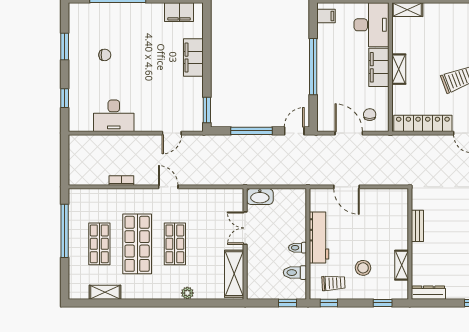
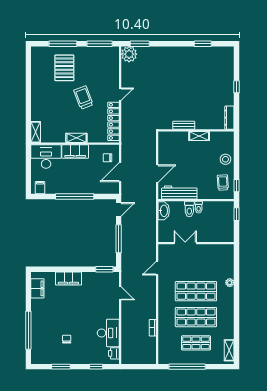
printer: (84, 124) -> (114, 353), added
door: (294, 131) -> (119, 209), swing flipped
door: (168, 187) -> (157, 268), moved
washbasin: (260, 197) -> (164, 211), moved
double door: (245, 228) -> (185, 243), swing flipped
workbench: (319, 238) -> (179, 192), moved
shop shelf: (175, 244) -> (196, 291), width x1.43, depth x1.36
shelving: (402, 265) -> (199, 136), moved
stool: (363, 268) -> (225, 159), moved
toilet: (295, 273) -> (189, 209), moved
shelving: (234, 274) -> (216, 251), removed
shelving: (105, 292) -> (229, 350), moved
window: (383, 303) -> (236, 149), removed

